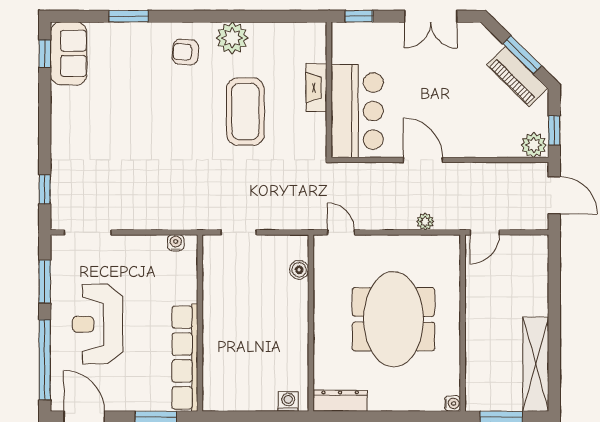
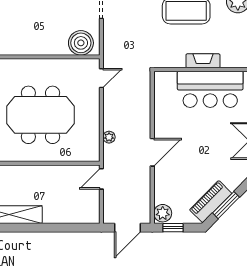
bar counter: (357, 111) -> (210, 89), moved
door: (423, 160) -> (152, 152), moved
door: (485, 232) -> (101, 179), hinge flipped
boiler: (299, 270) -> (81, 43), width x1.86, depth x1.86

